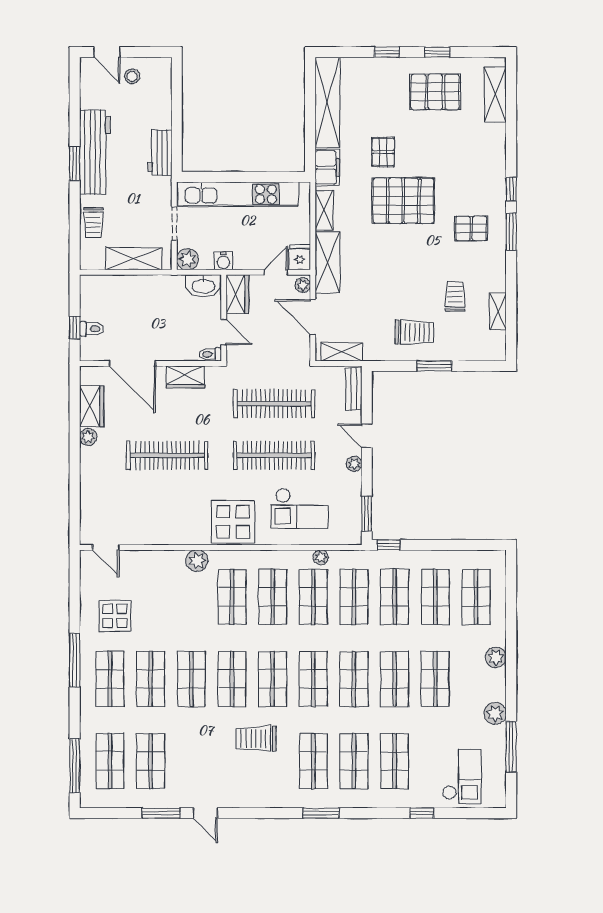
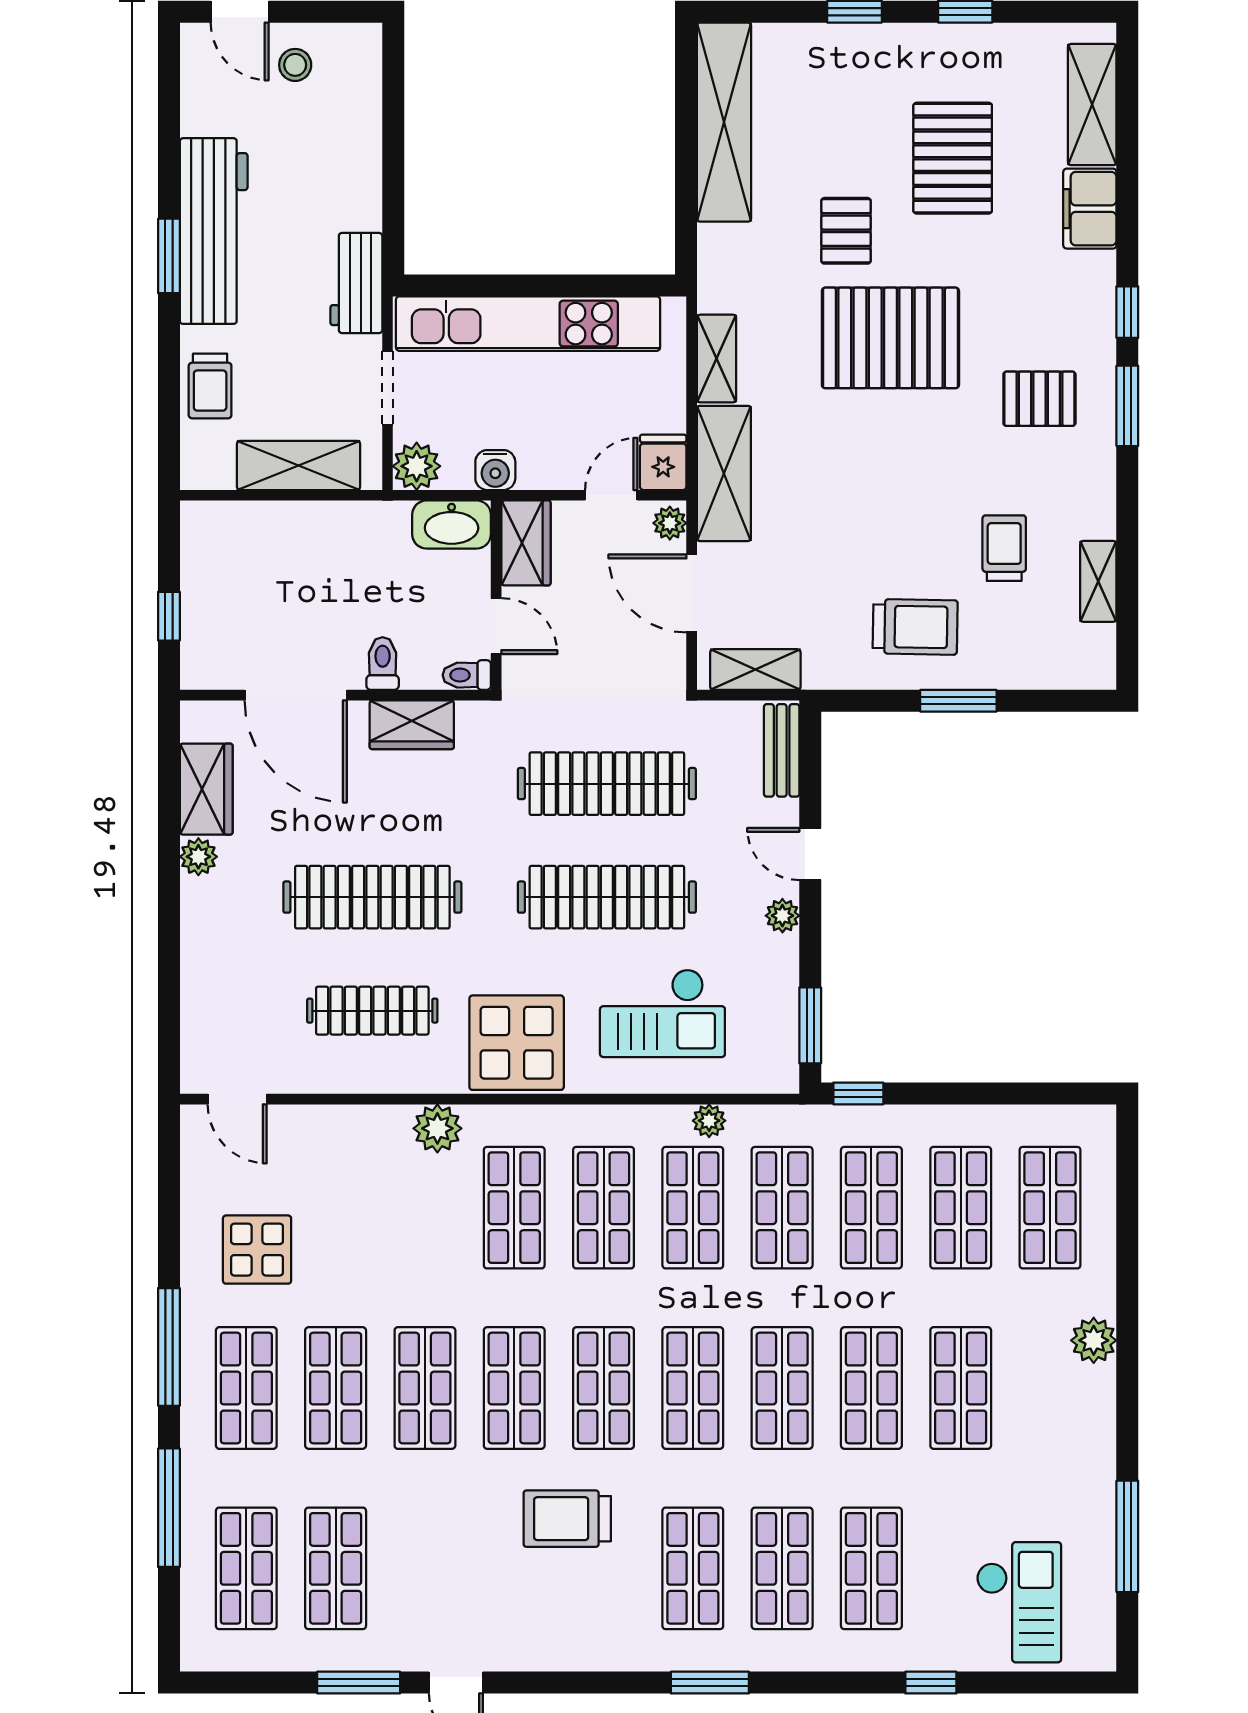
pallet: (435, 92) -> (953, 158), moved, turned 90
workbench: (160, 153) -> (356, 283), moved
filing cabinet: (327, 168) -> (1090, 209), moved, turned 180
toilet: (92, 329) -> (383, 664), moved, turned -90
clothes rail: (167, 507) -> (372, 1011), added
plant: (495, 713) -> (1092, 1464), removed
window: (75, 766) -> (169, 1508), moved

